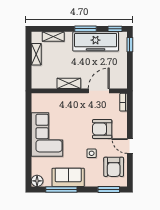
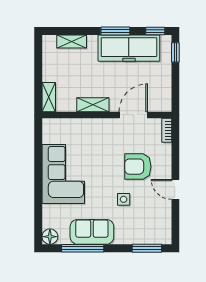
shelving: (36, 54) -> (49, 97), moved
armchair: (114, 167) -> (153, 218), removed

